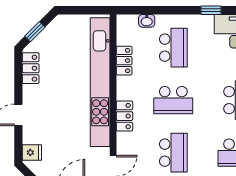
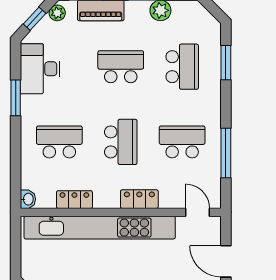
window: (211, 10) -> (16, 98), width x1.50
washbasin: (147, 21) -> (28, 199), moved

